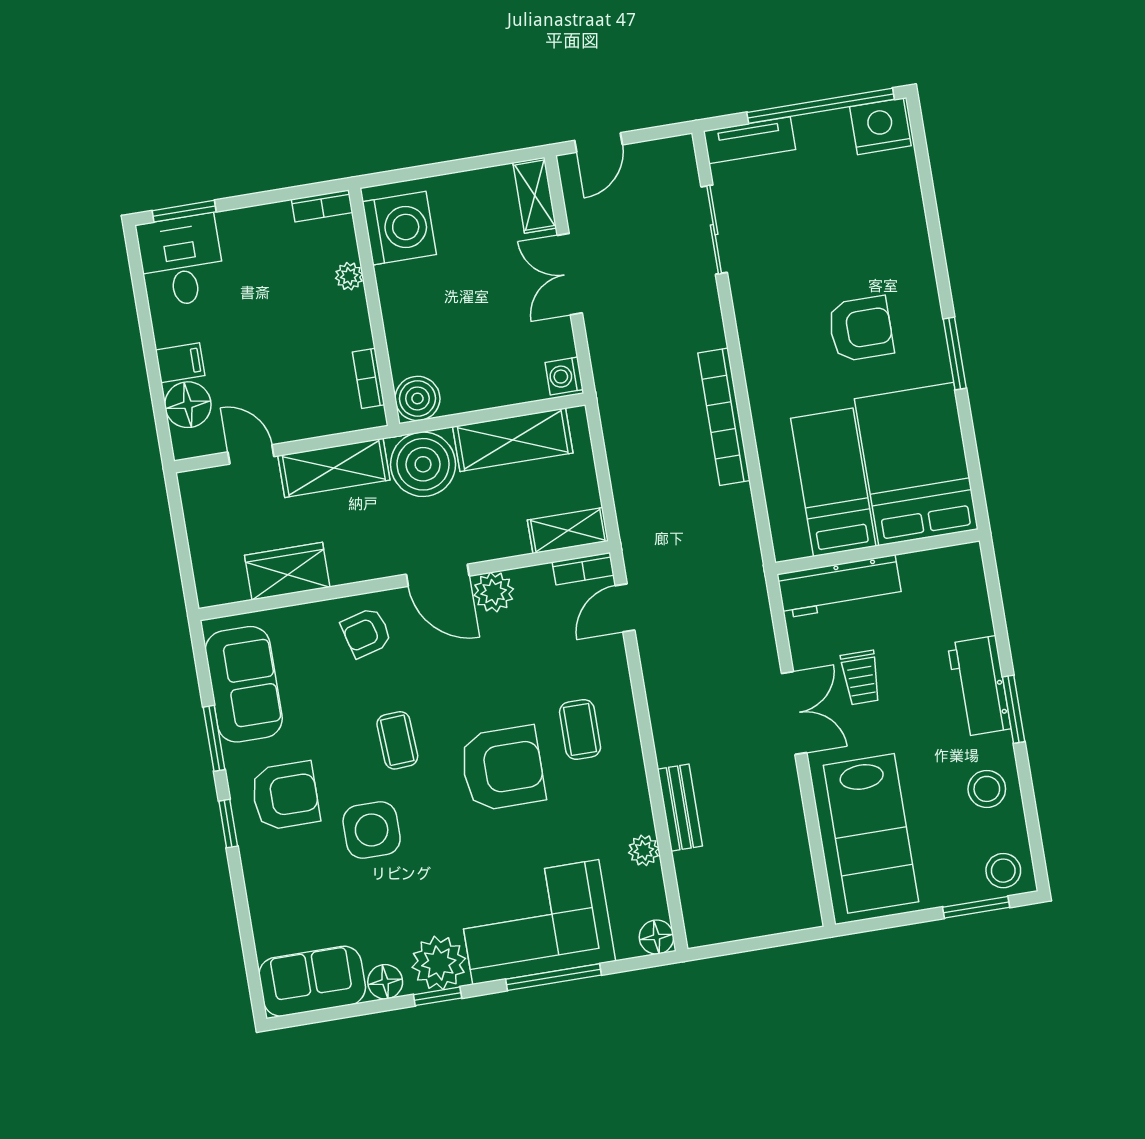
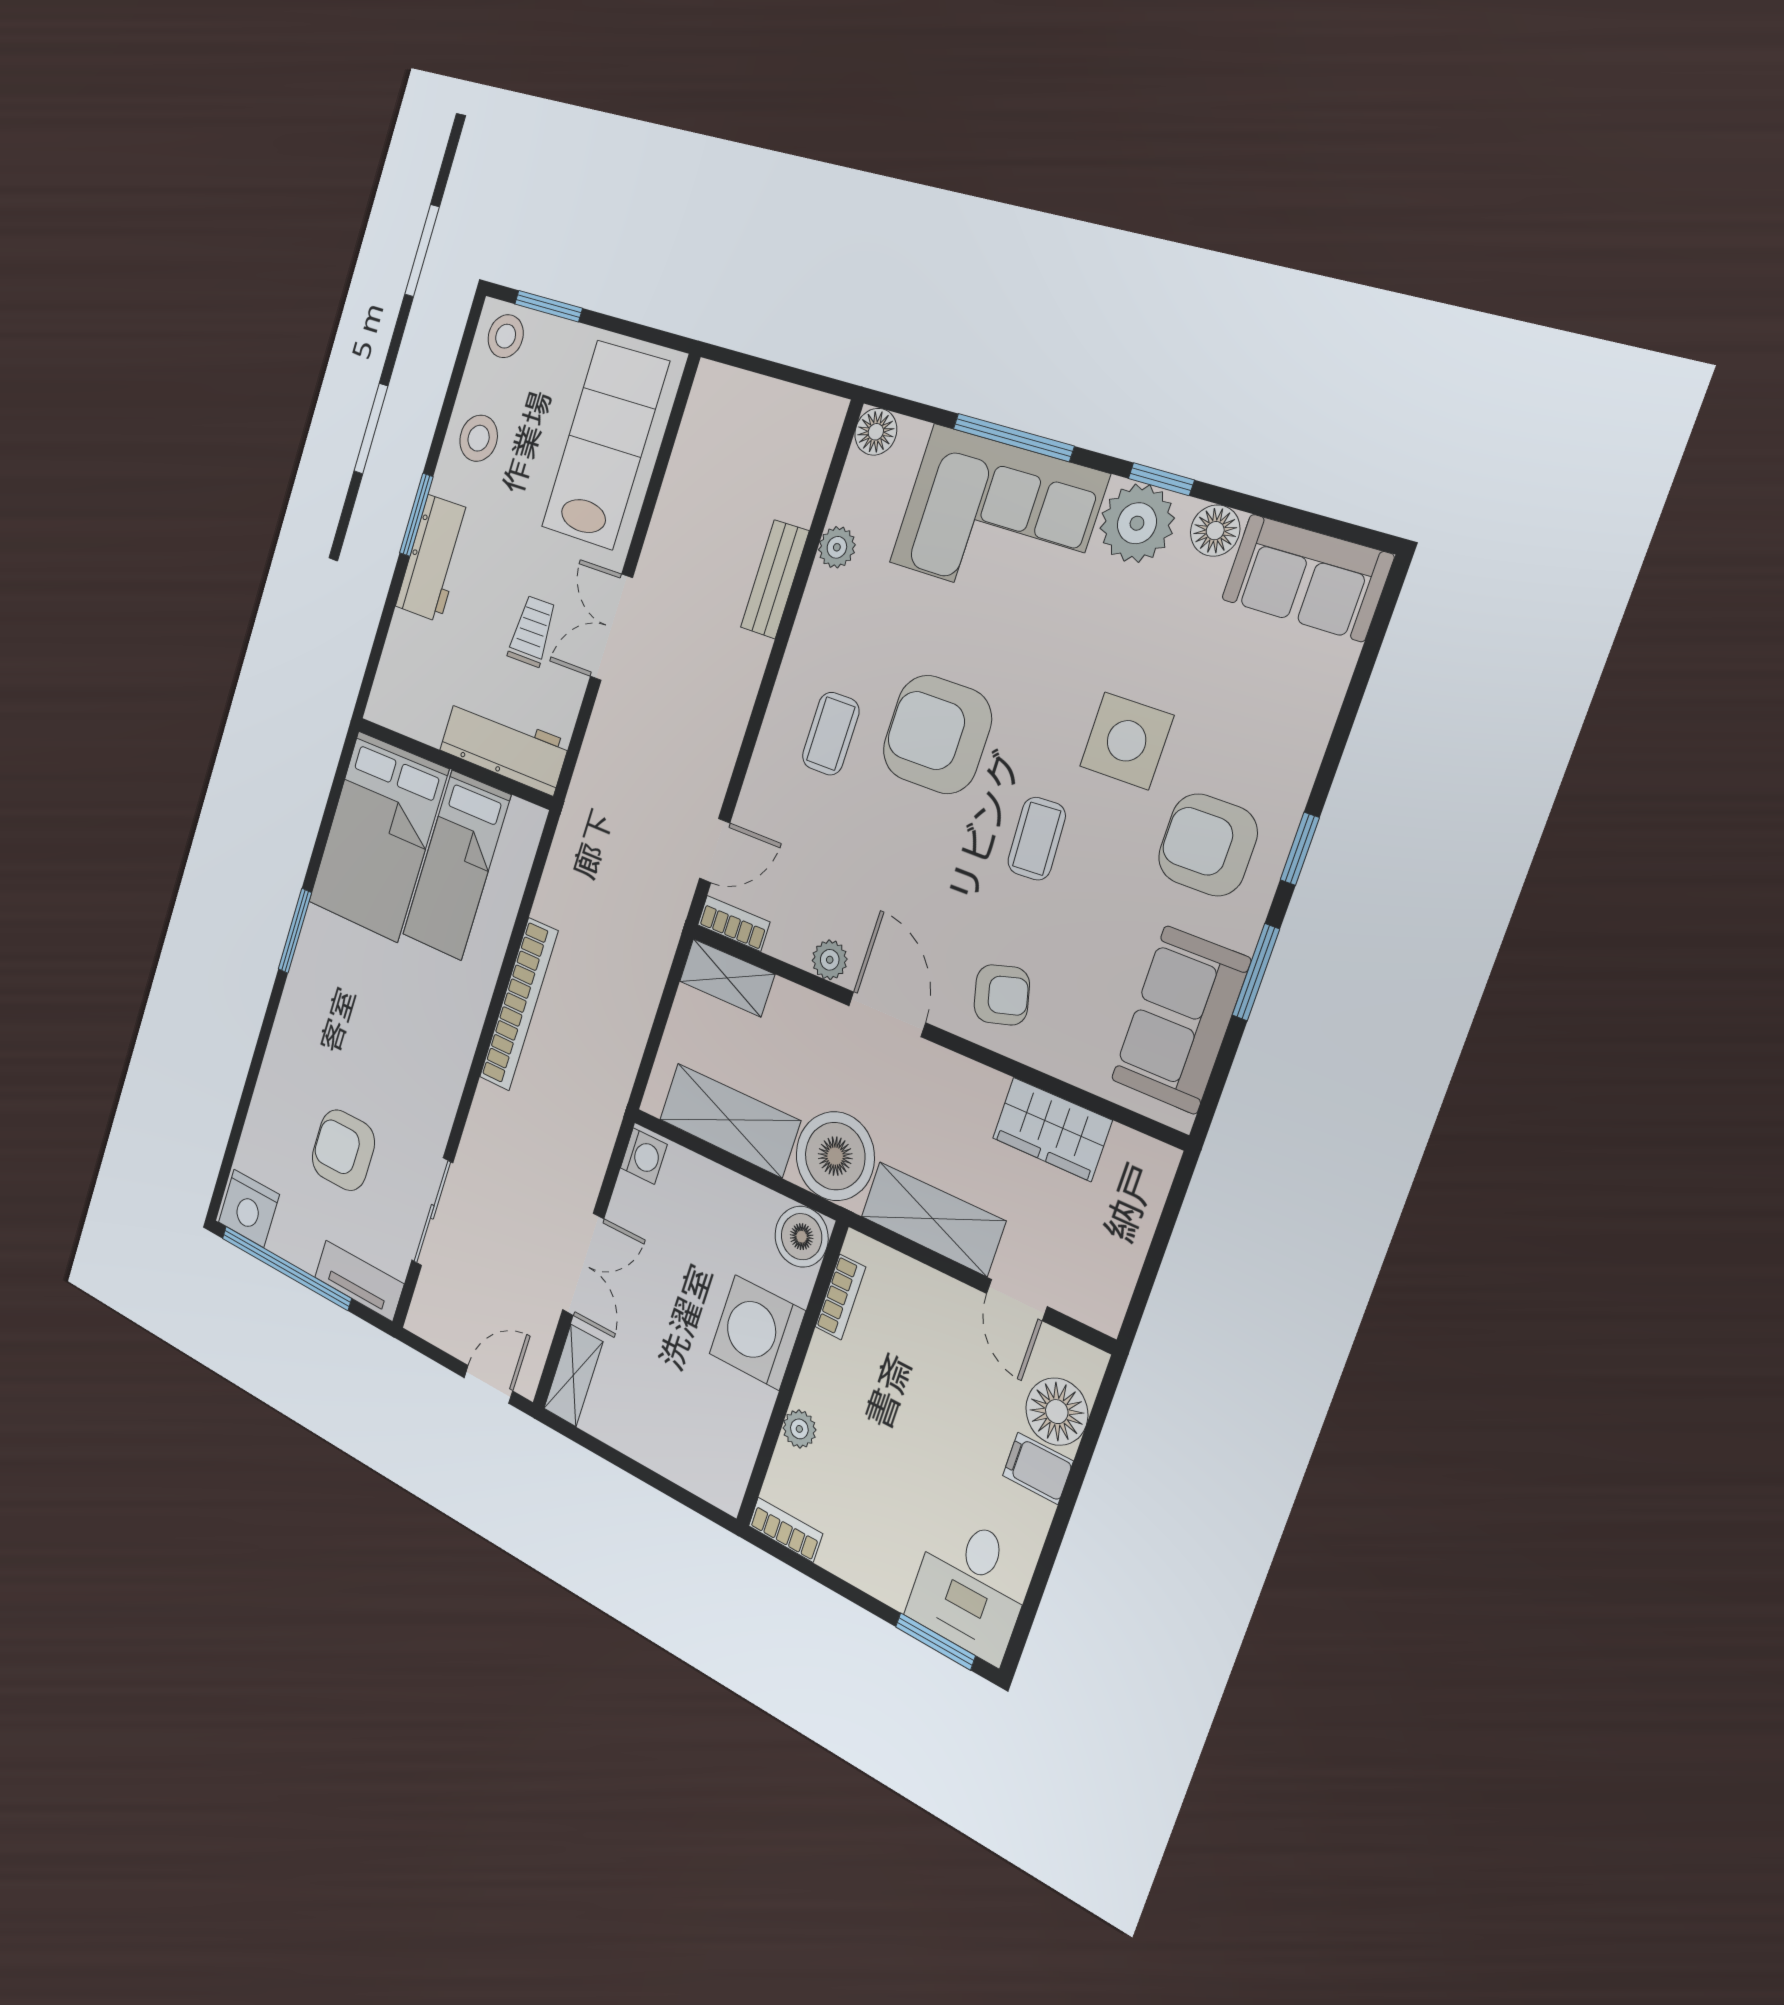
washing machine: (399, 228) -> (757, 1332), moved
armchair: (861, 329) -> (343, 1150), moved
plant: (494, 592) -> (830, 960), width x0.73, depth x0.73

